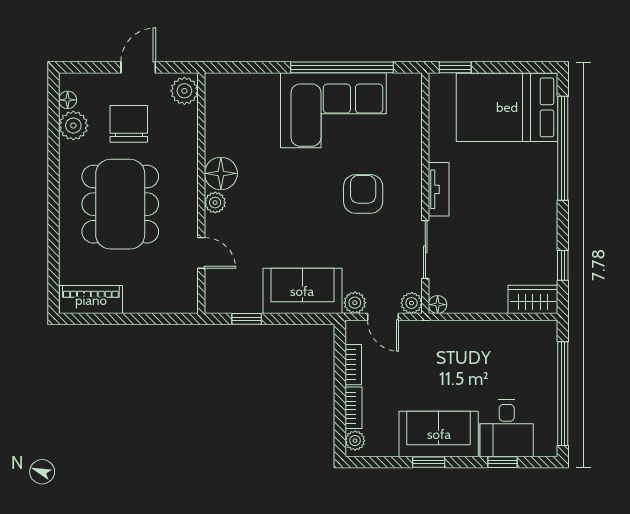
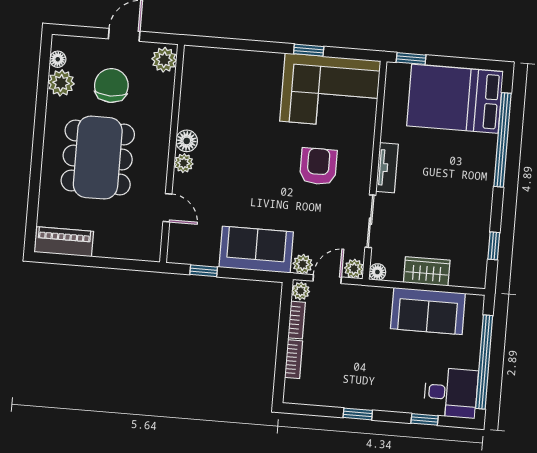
window: (342, 67) -> (309, 50), width x0.32
corner sofa: (333, 110) -> (330, 91), moved
floor lamp: (221, 173) -> (187, 141), width x0.73, depth x0.73
wardrobe: (533, 299) -> (427, 271), moved
door: (383, 317) -> (327, 279), swing flipped
desk: (507, 428) -> (451, 393), moved, turned -90
sofa: (439, 434) -> (428, 311), moved, turned 180
plant: (355, 441) -> (301, 291), moved

